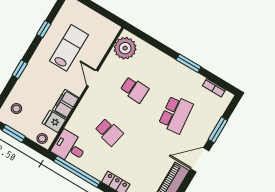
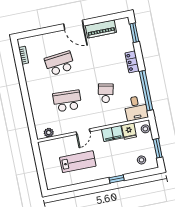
window: (44, 29) -> (80, 186), removed
lab bench: (69, 48) -> (78, 162), turned 180
plant: (125, 48) -> (49, 133), width x0.53, depth x0.53
window: (189, 63) -> (23, 83), removed
school desk: (134, 90) -> (67, 101), width x1.85
window: (218, 130) -> (46, 30), removed

